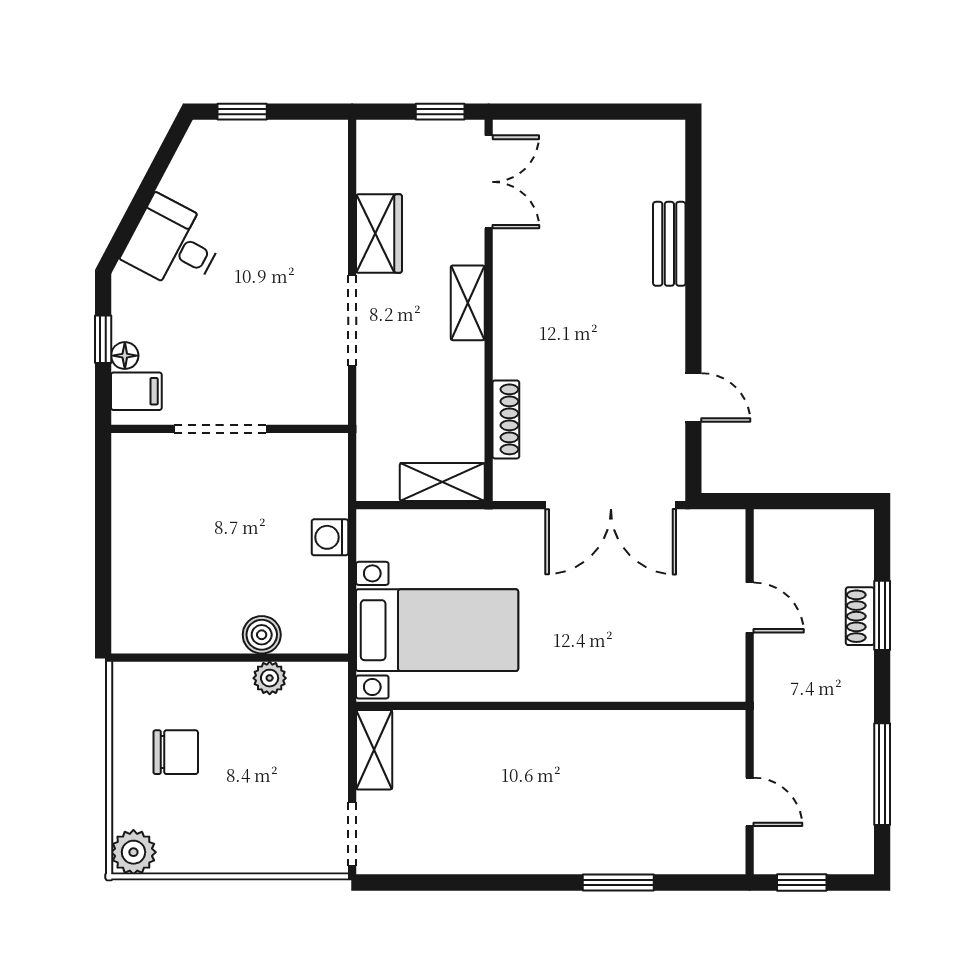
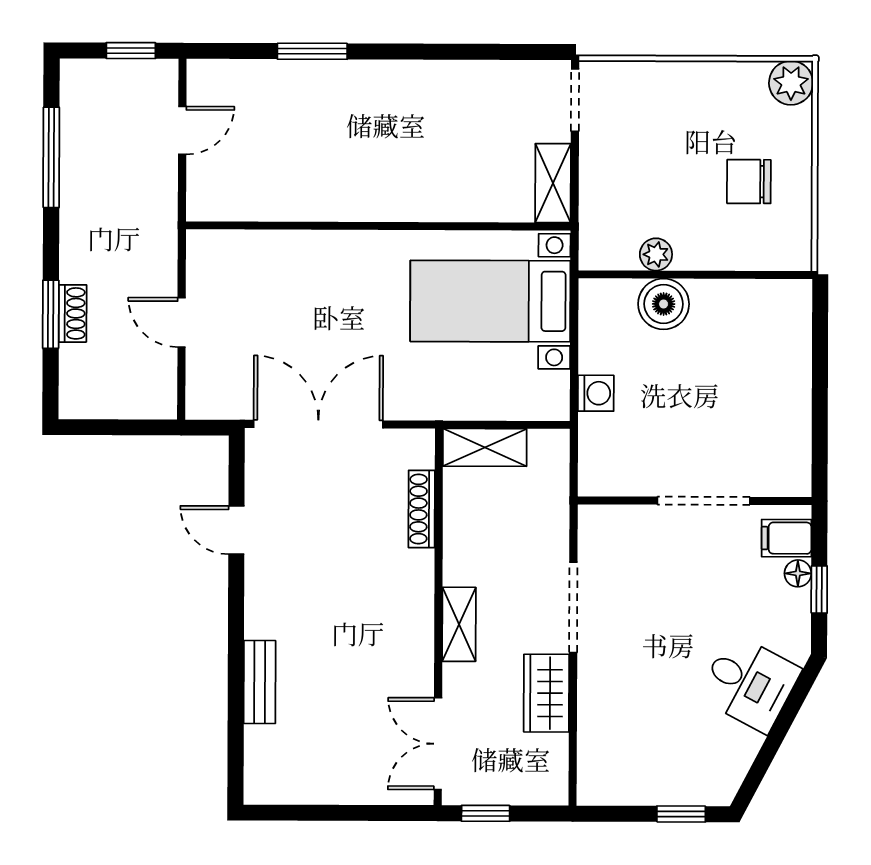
boiler: (262, 635) -> (664, 304), width x1.36, depth x1.36
door: (750, 802) -> (182, 130), swing flipped

